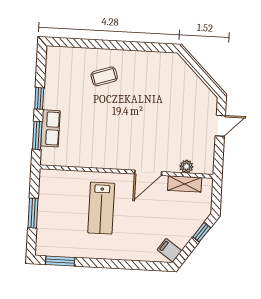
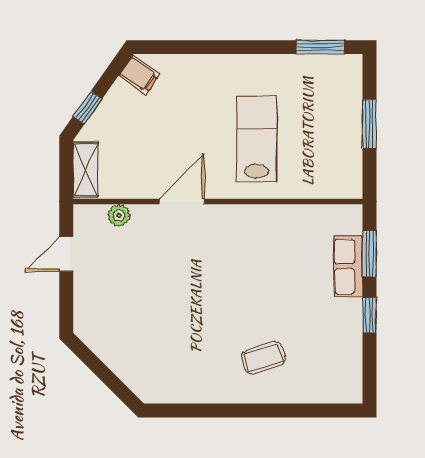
door: (220, 126) -> (66, 254), moved
shelving: (185, 184) -> (86, 170), moved, turned 90

